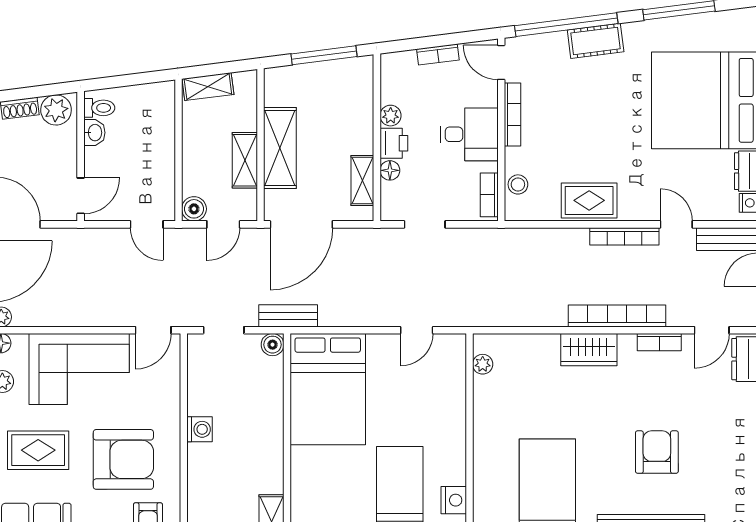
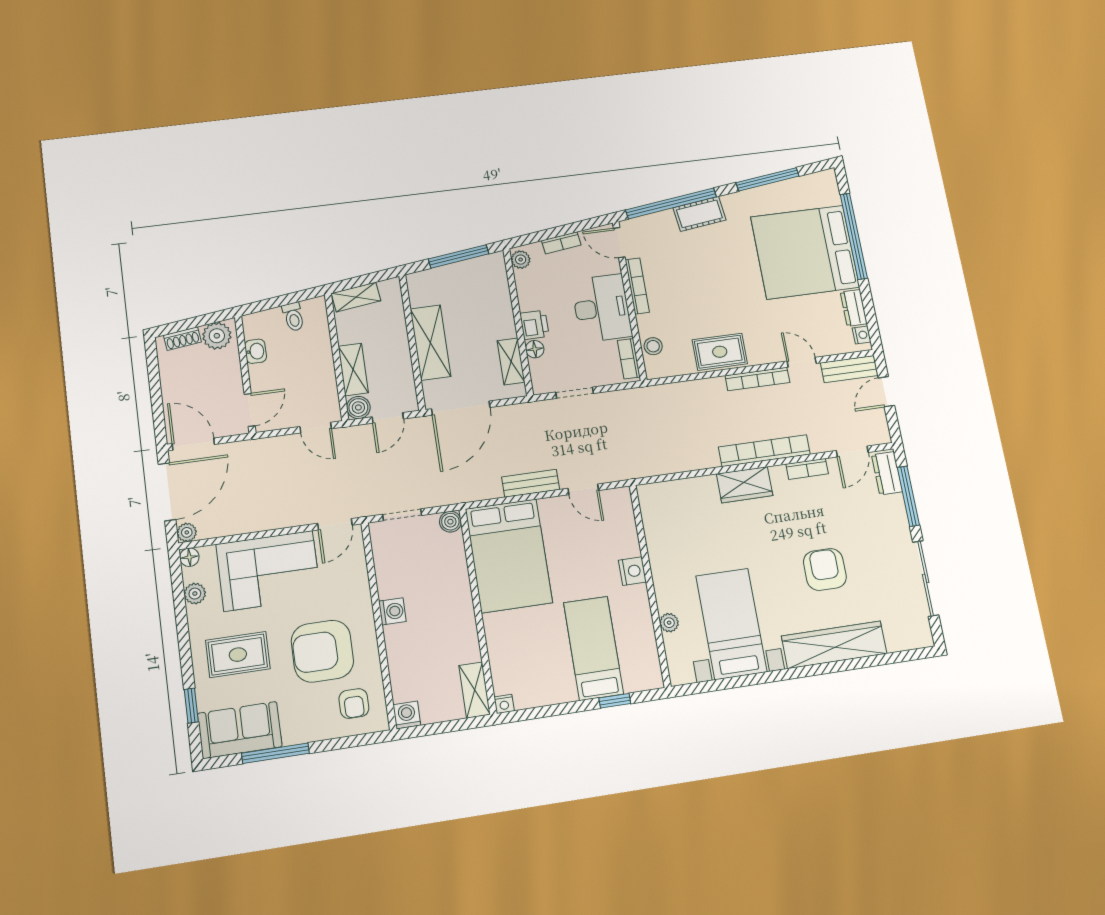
toilet: (99, 108) -> (293, 317), moved, turned 83
plant: (391, 116) -> (521, 260), moved
desk: (469, 134) -> (602, 308), width x1.37
shelving: (245, 160) -> (353, 369), moved
bench: (288, 316) -> (531, 483), moved
door: (417, 330) -> (583, 489), hinge flipped
plant: (483, 364) -> (669, 623), moved
armchair: (123, 459) -> (322, 651), turned 180
nightstand: (454, 500) -> (632, 571), moved

